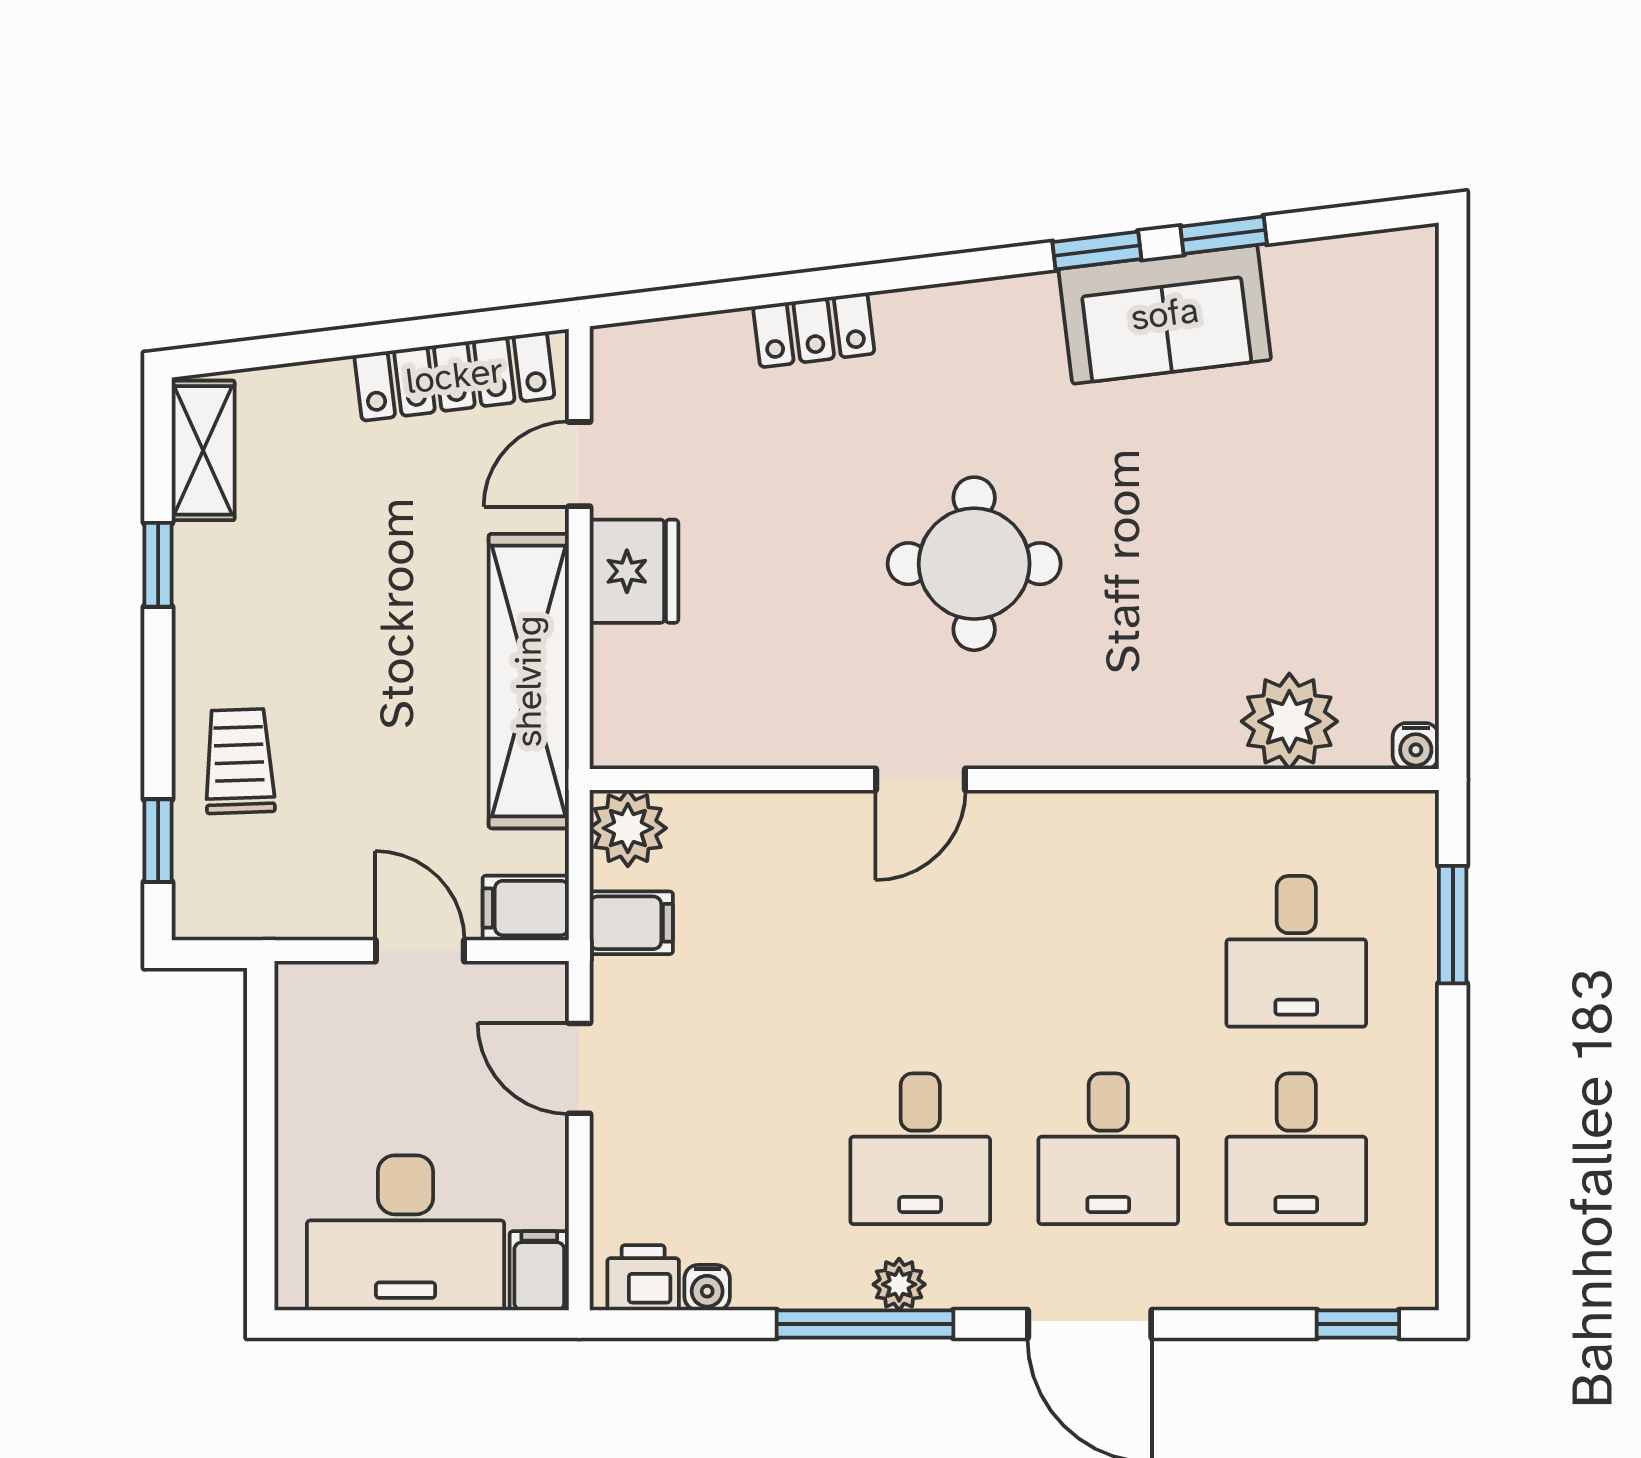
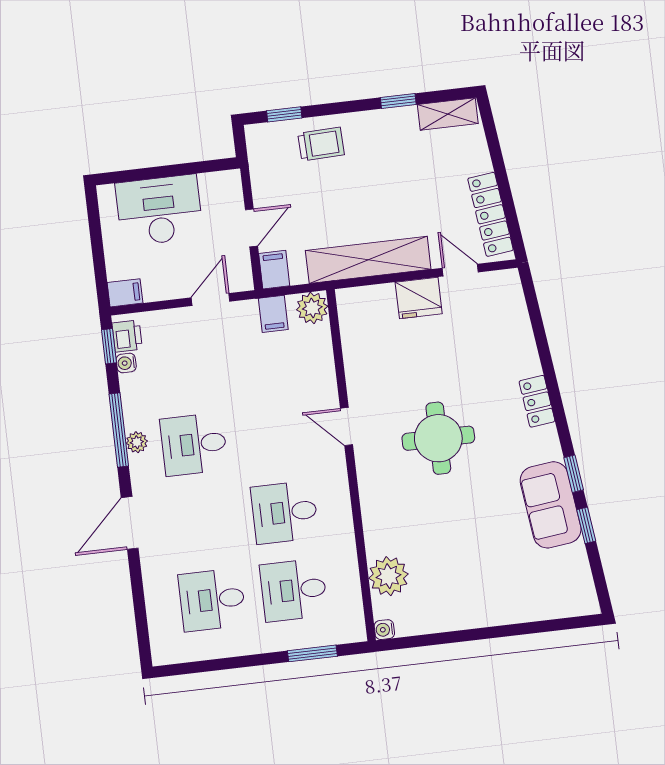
locker: (814, 330) -> (537, 401), moved
desk: (1108, 1149) -> (285, 512), moved
desk: (406, 1233) -> (159, 210), moved, turned 90
window: (1358, 1324) -> (109, 346), moved

